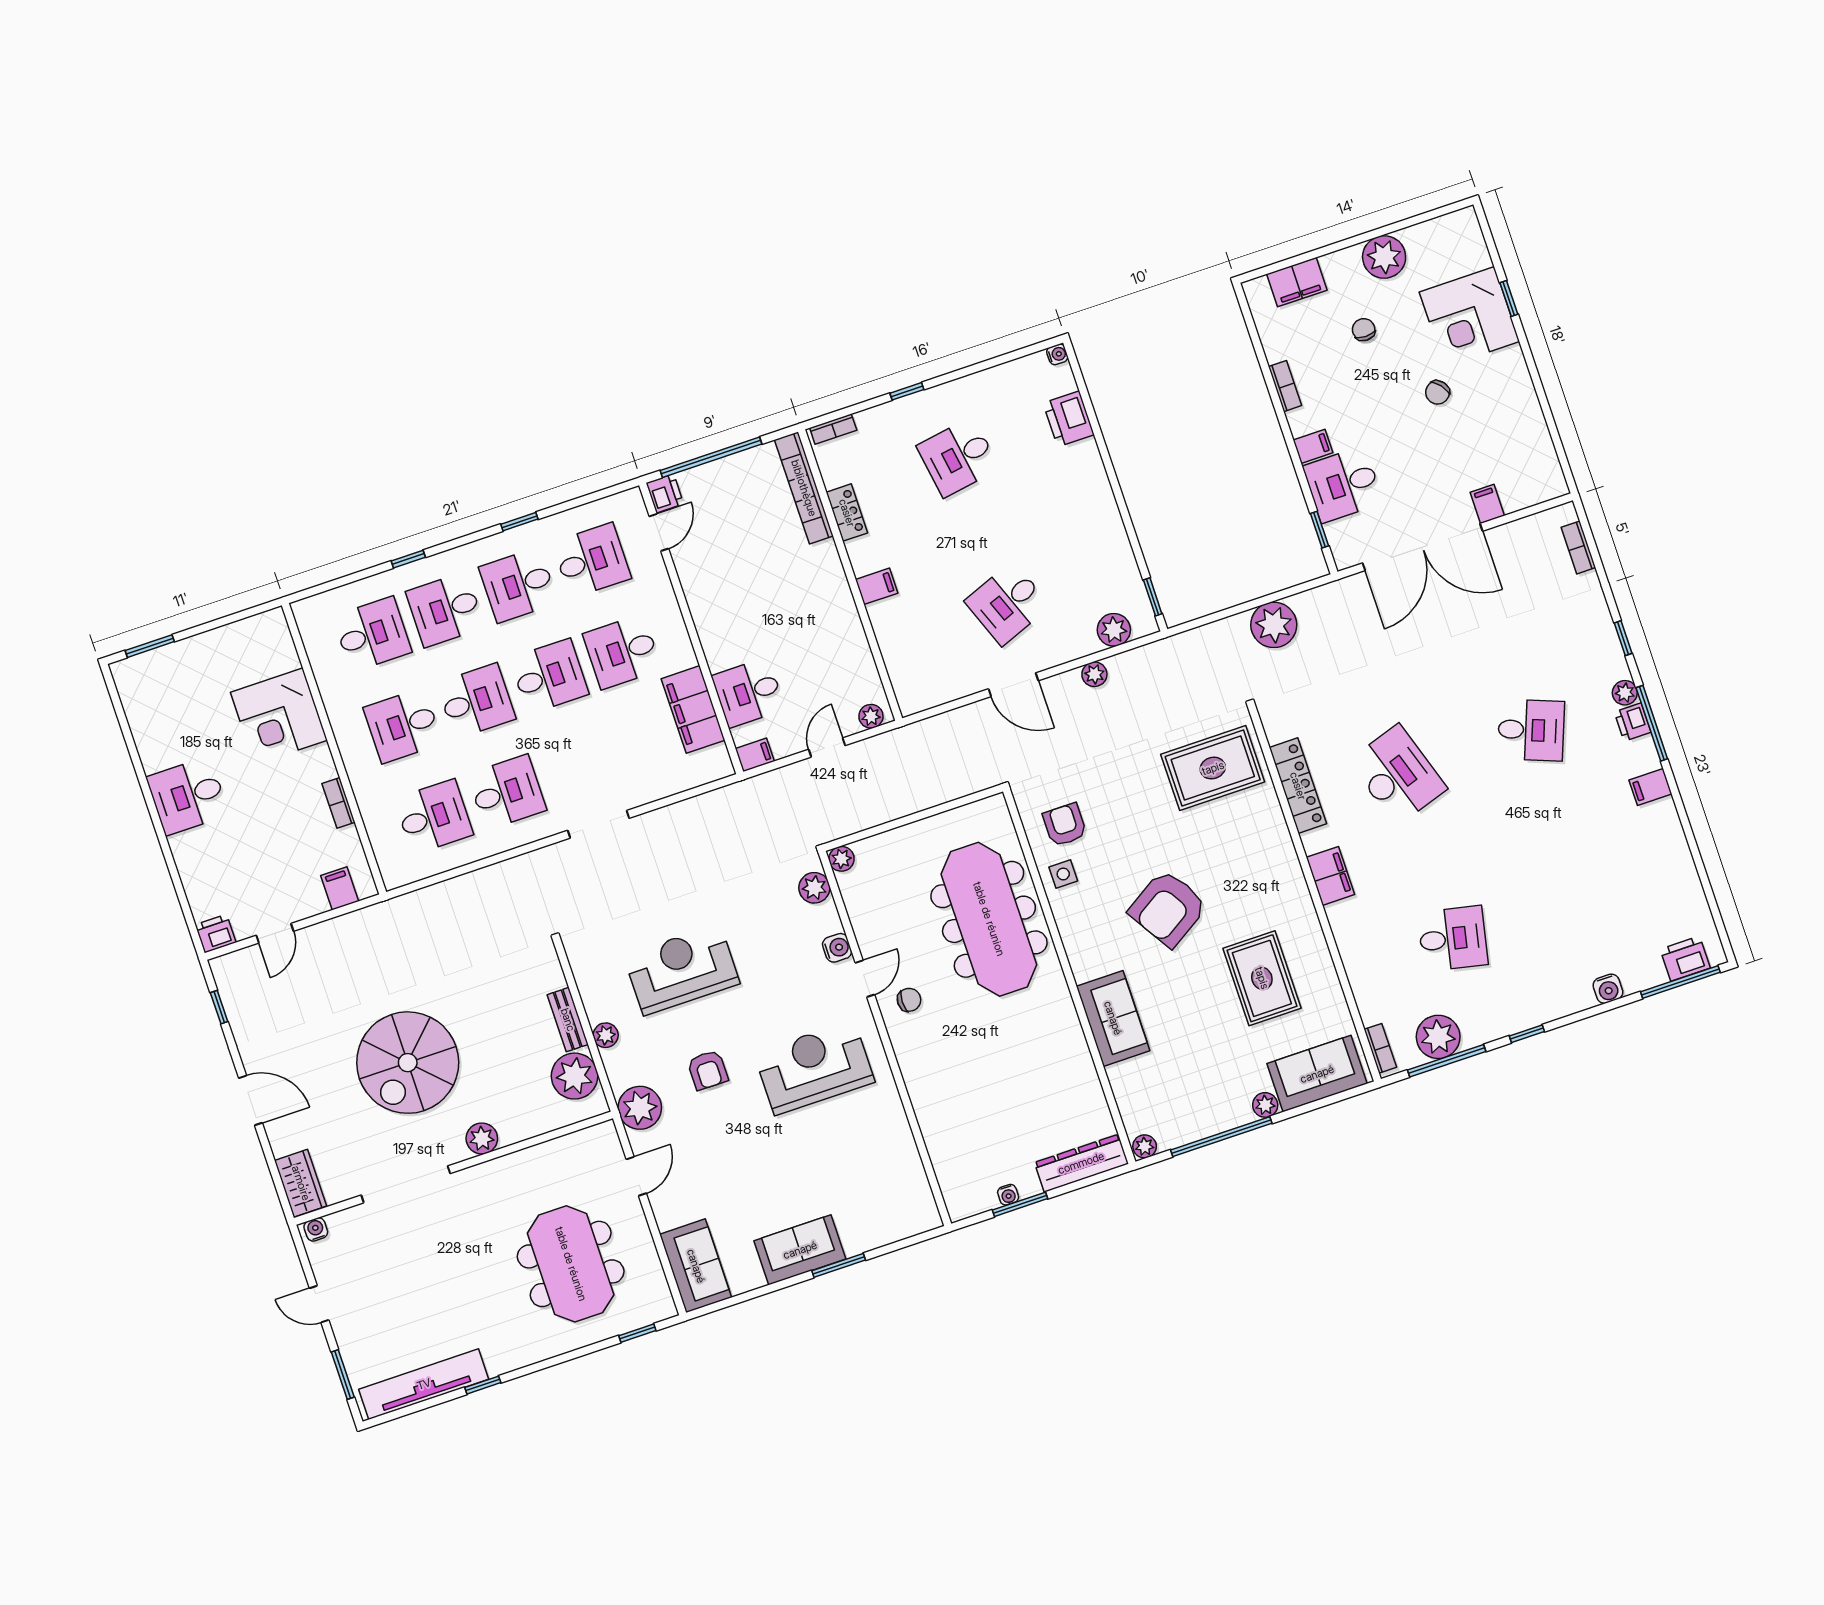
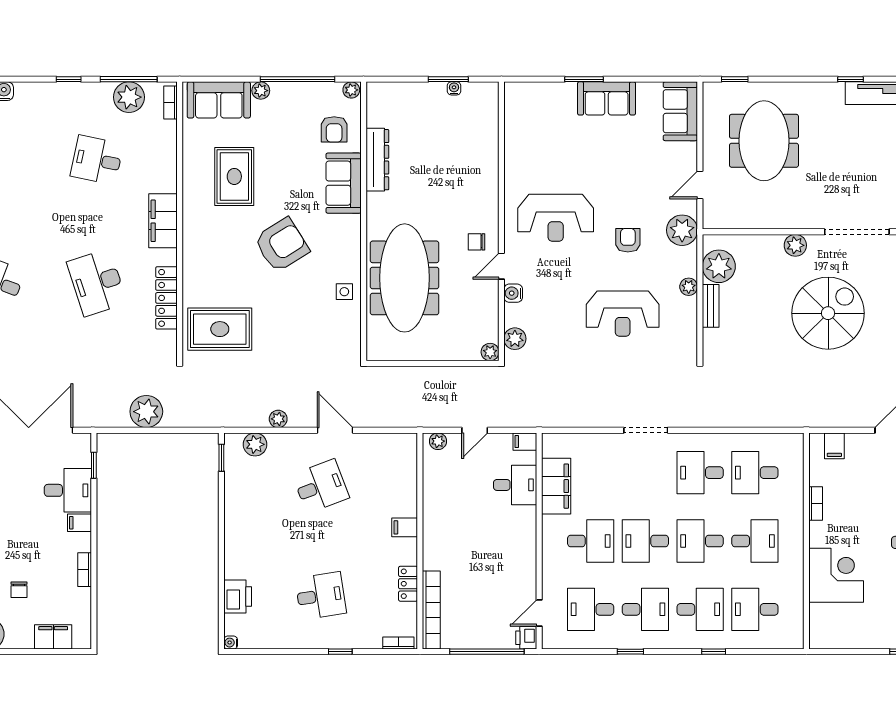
armchair: (1065, 825) -> (334, 129), moved
filing cabinet: (1330, 876) -> (163, 221), width x1.50, depth x1.17
dresser: (1081, 1163) -> (377, 160), moved, turned -90

